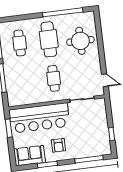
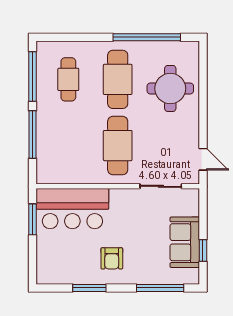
cafe table: (54, 78) -> (118, 146), width x1.37, depth x1.35
bar counter: (39, 118) -> (72, 209), width x0.73
sofa: (30, 156) -> (185, 242), moved, turned -90

